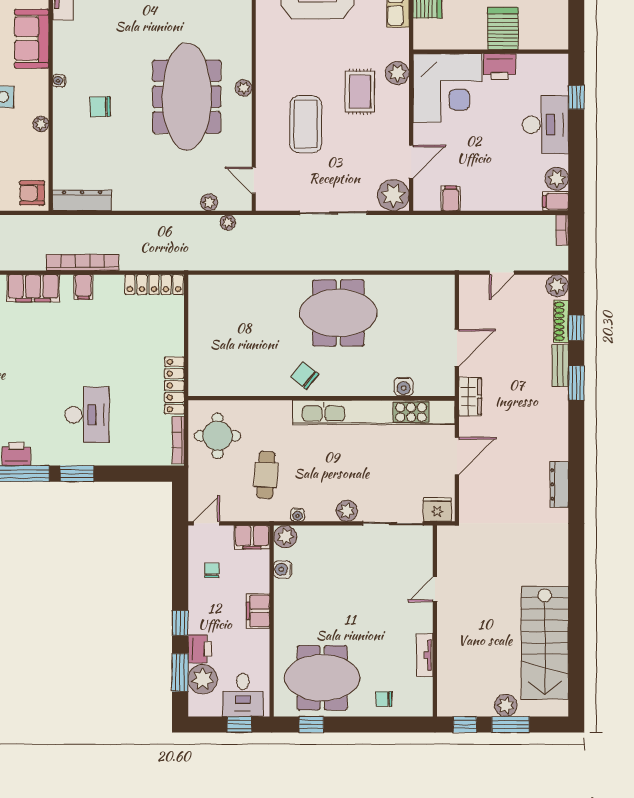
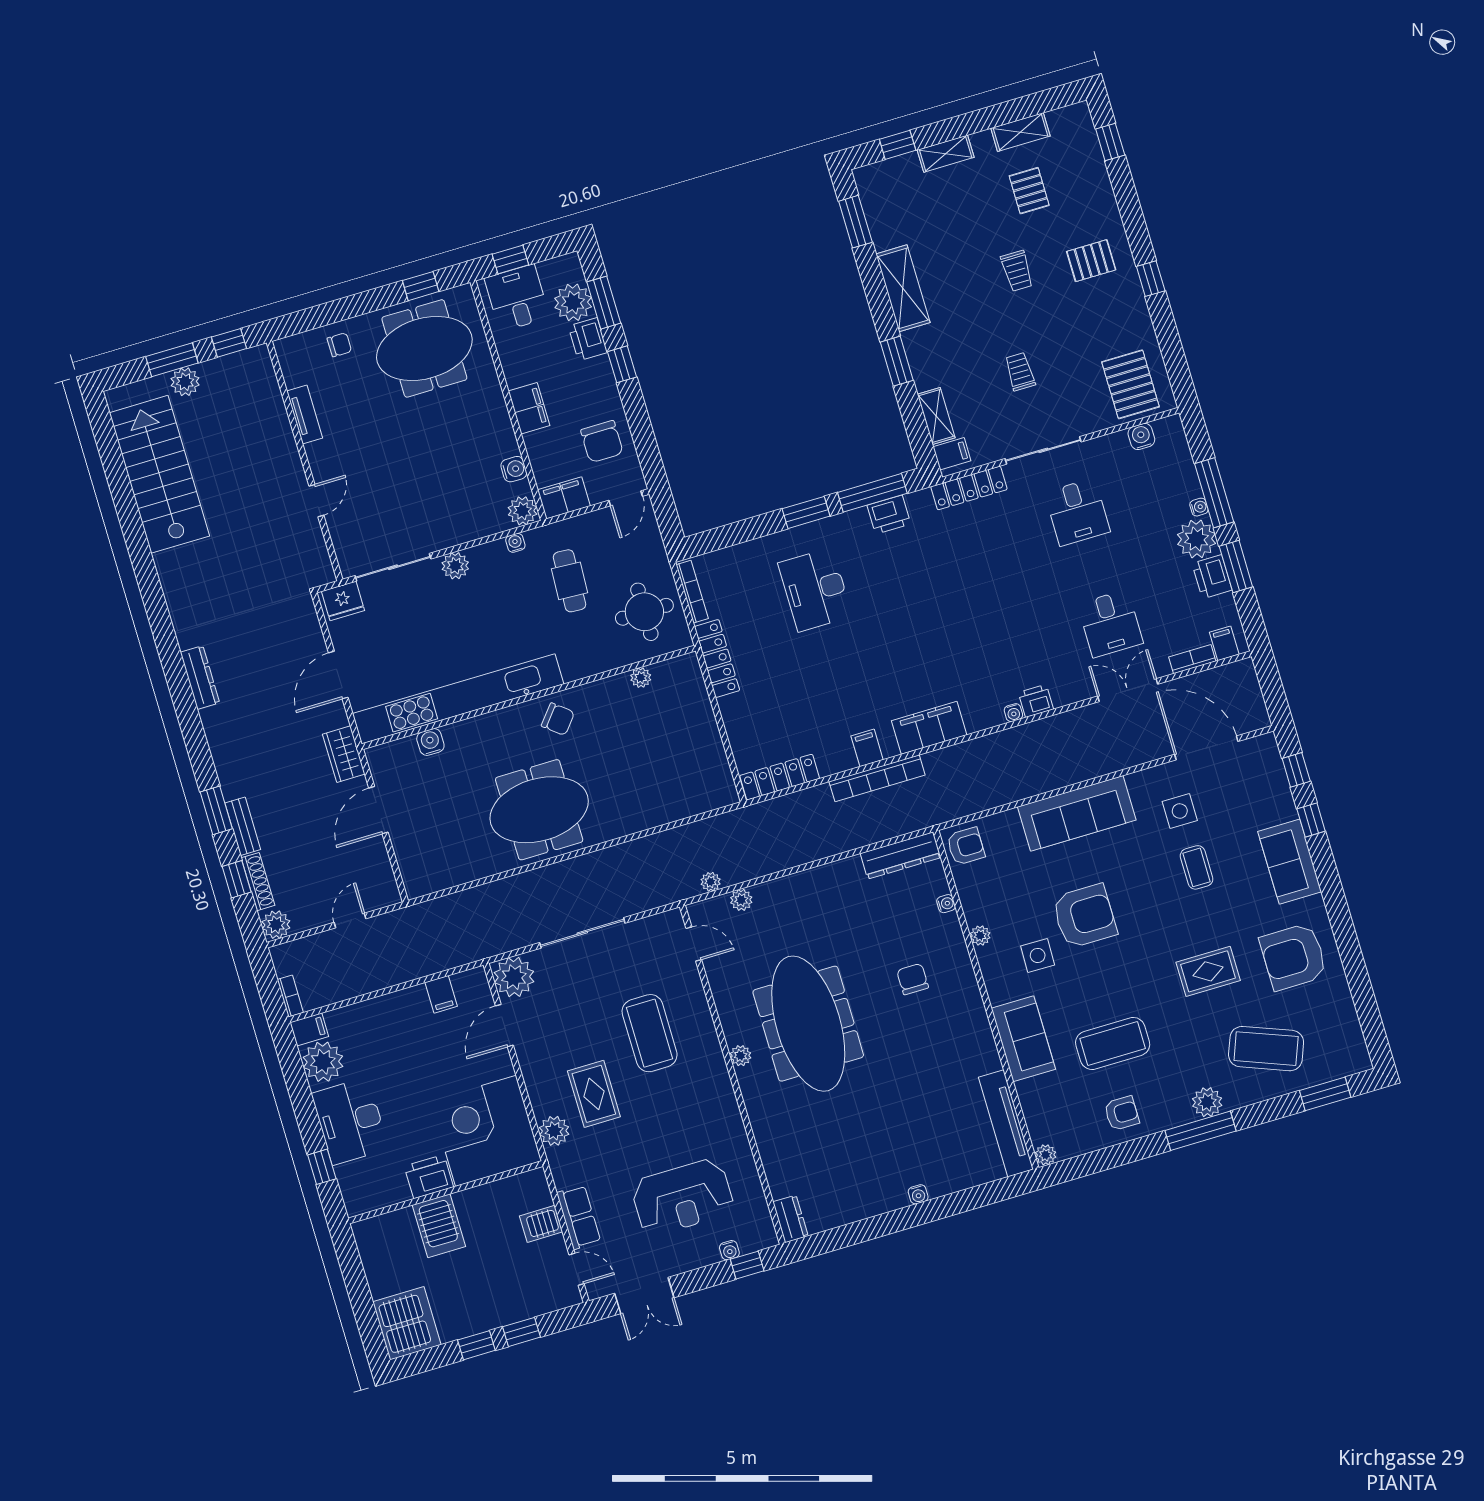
water cooler: (59, 81) -> (946, 904), moved
chair: (100, 107) -> (913, 979), turned -88
plant: (557, 179) -> (323, 1062), width x1.36, depth x1.36
plant: (235, 388) -> (641, 678), added
chair: (212, 570) -> (602, 442), width x1.87, depth x1.87

